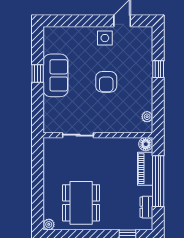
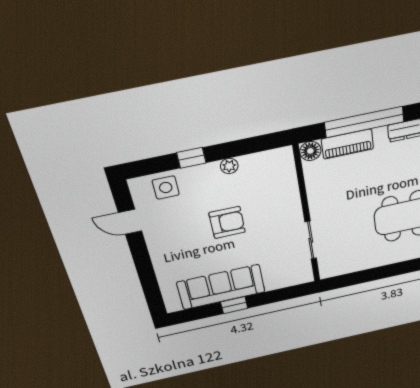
side table: (105, 38) -> (166, 188), moved
sofa: (56, 75) -> (221, 287), width x1.36
plant: (147, 117) -> (229, 166), moved

